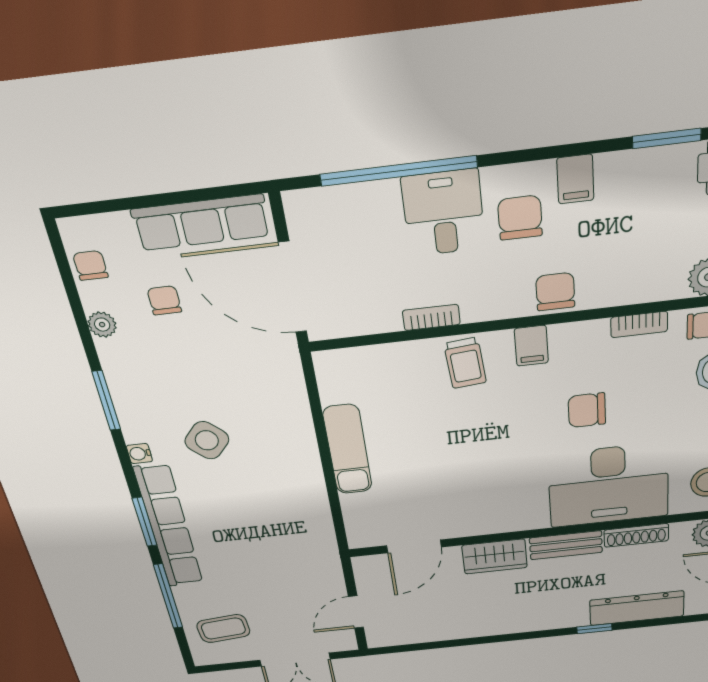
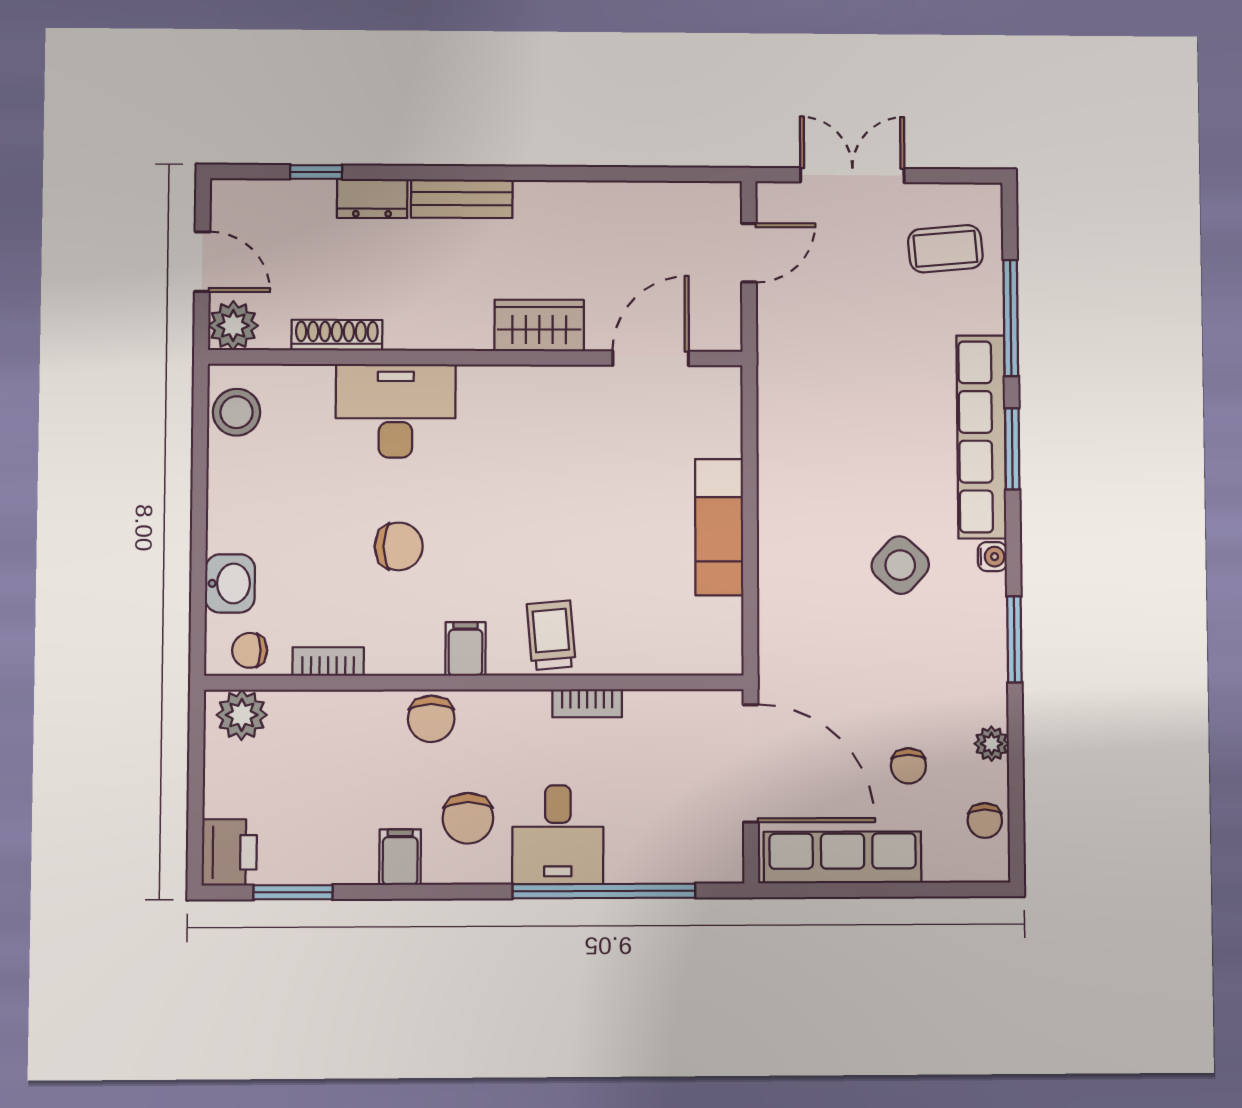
desk: (609, 485) -> (396, 411), width x0.73, depth x0.77
bench: (566, 545) -> (462, 199), moved
dresser: (637, 608) -> (372, 199), width x0.51, depth x0.80
window: (594, 629) -> (316, 172), moved

